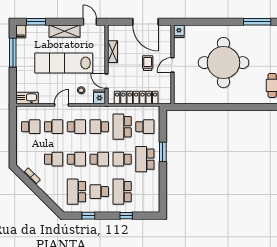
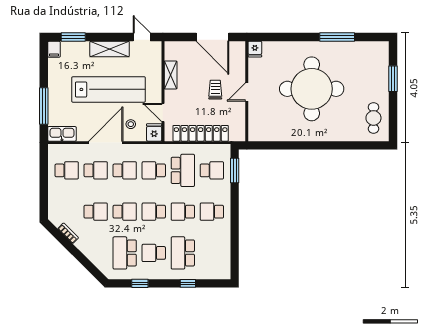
window: (257, 22) -> (337, 37), moved
window: (13, 53) -> (44, 106), moved
lab bench: (64, 63) -> (109, 89), turned 180
door: (61, 105) -> (106, 143), width x1.87
school desk: (122, 127) -> (183, 170), turned 180
window: (163, 152) -> (235, 171), moved
school desk: (99, 159) -> (154, 212), turned 180
school desk: (145, 159) -> (212, 212), width x0.54

